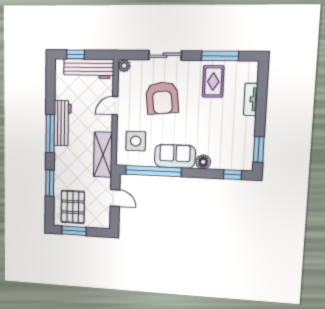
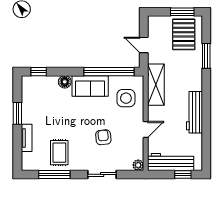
armchair: (162, 98) -> (103, 137), width x0.53, depth x0.53
window: (50, 134) -> (206, 102), removed
window: (259, 149) -> (17, 113), moved

